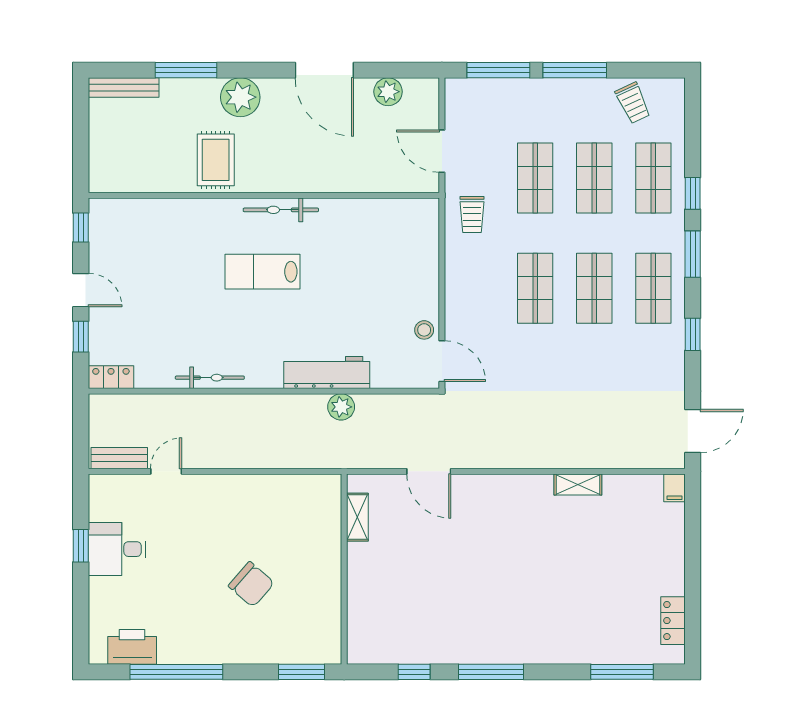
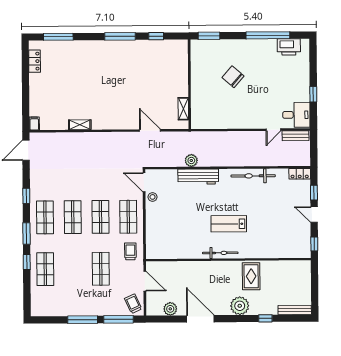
window: (186, 70) -> (265, 318), width x0.46
trolley: (633, 103) -> (133, 304), moved
shop shelf: (594, 178) -> (128, 217), moved
lab bench: (262, 272) -> (229, 224), turned 180
bicycle: (210, 378) -> (253, 176), width x1.37, depth x1.40
desk: (117, 549) -> (296, 115), moved

